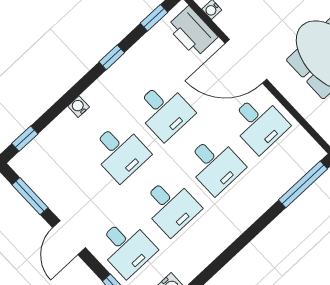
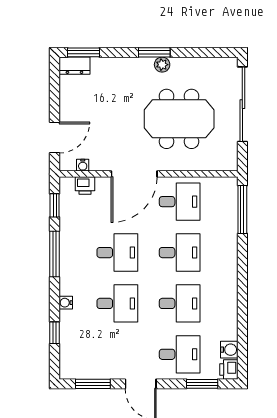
printer: (192, 32) -> (85, 186), width x0.53, depth x0.68
window: (112, 57) -> (55, 254), width x2.17
window: (25, 139) -> (55, 333), moved

